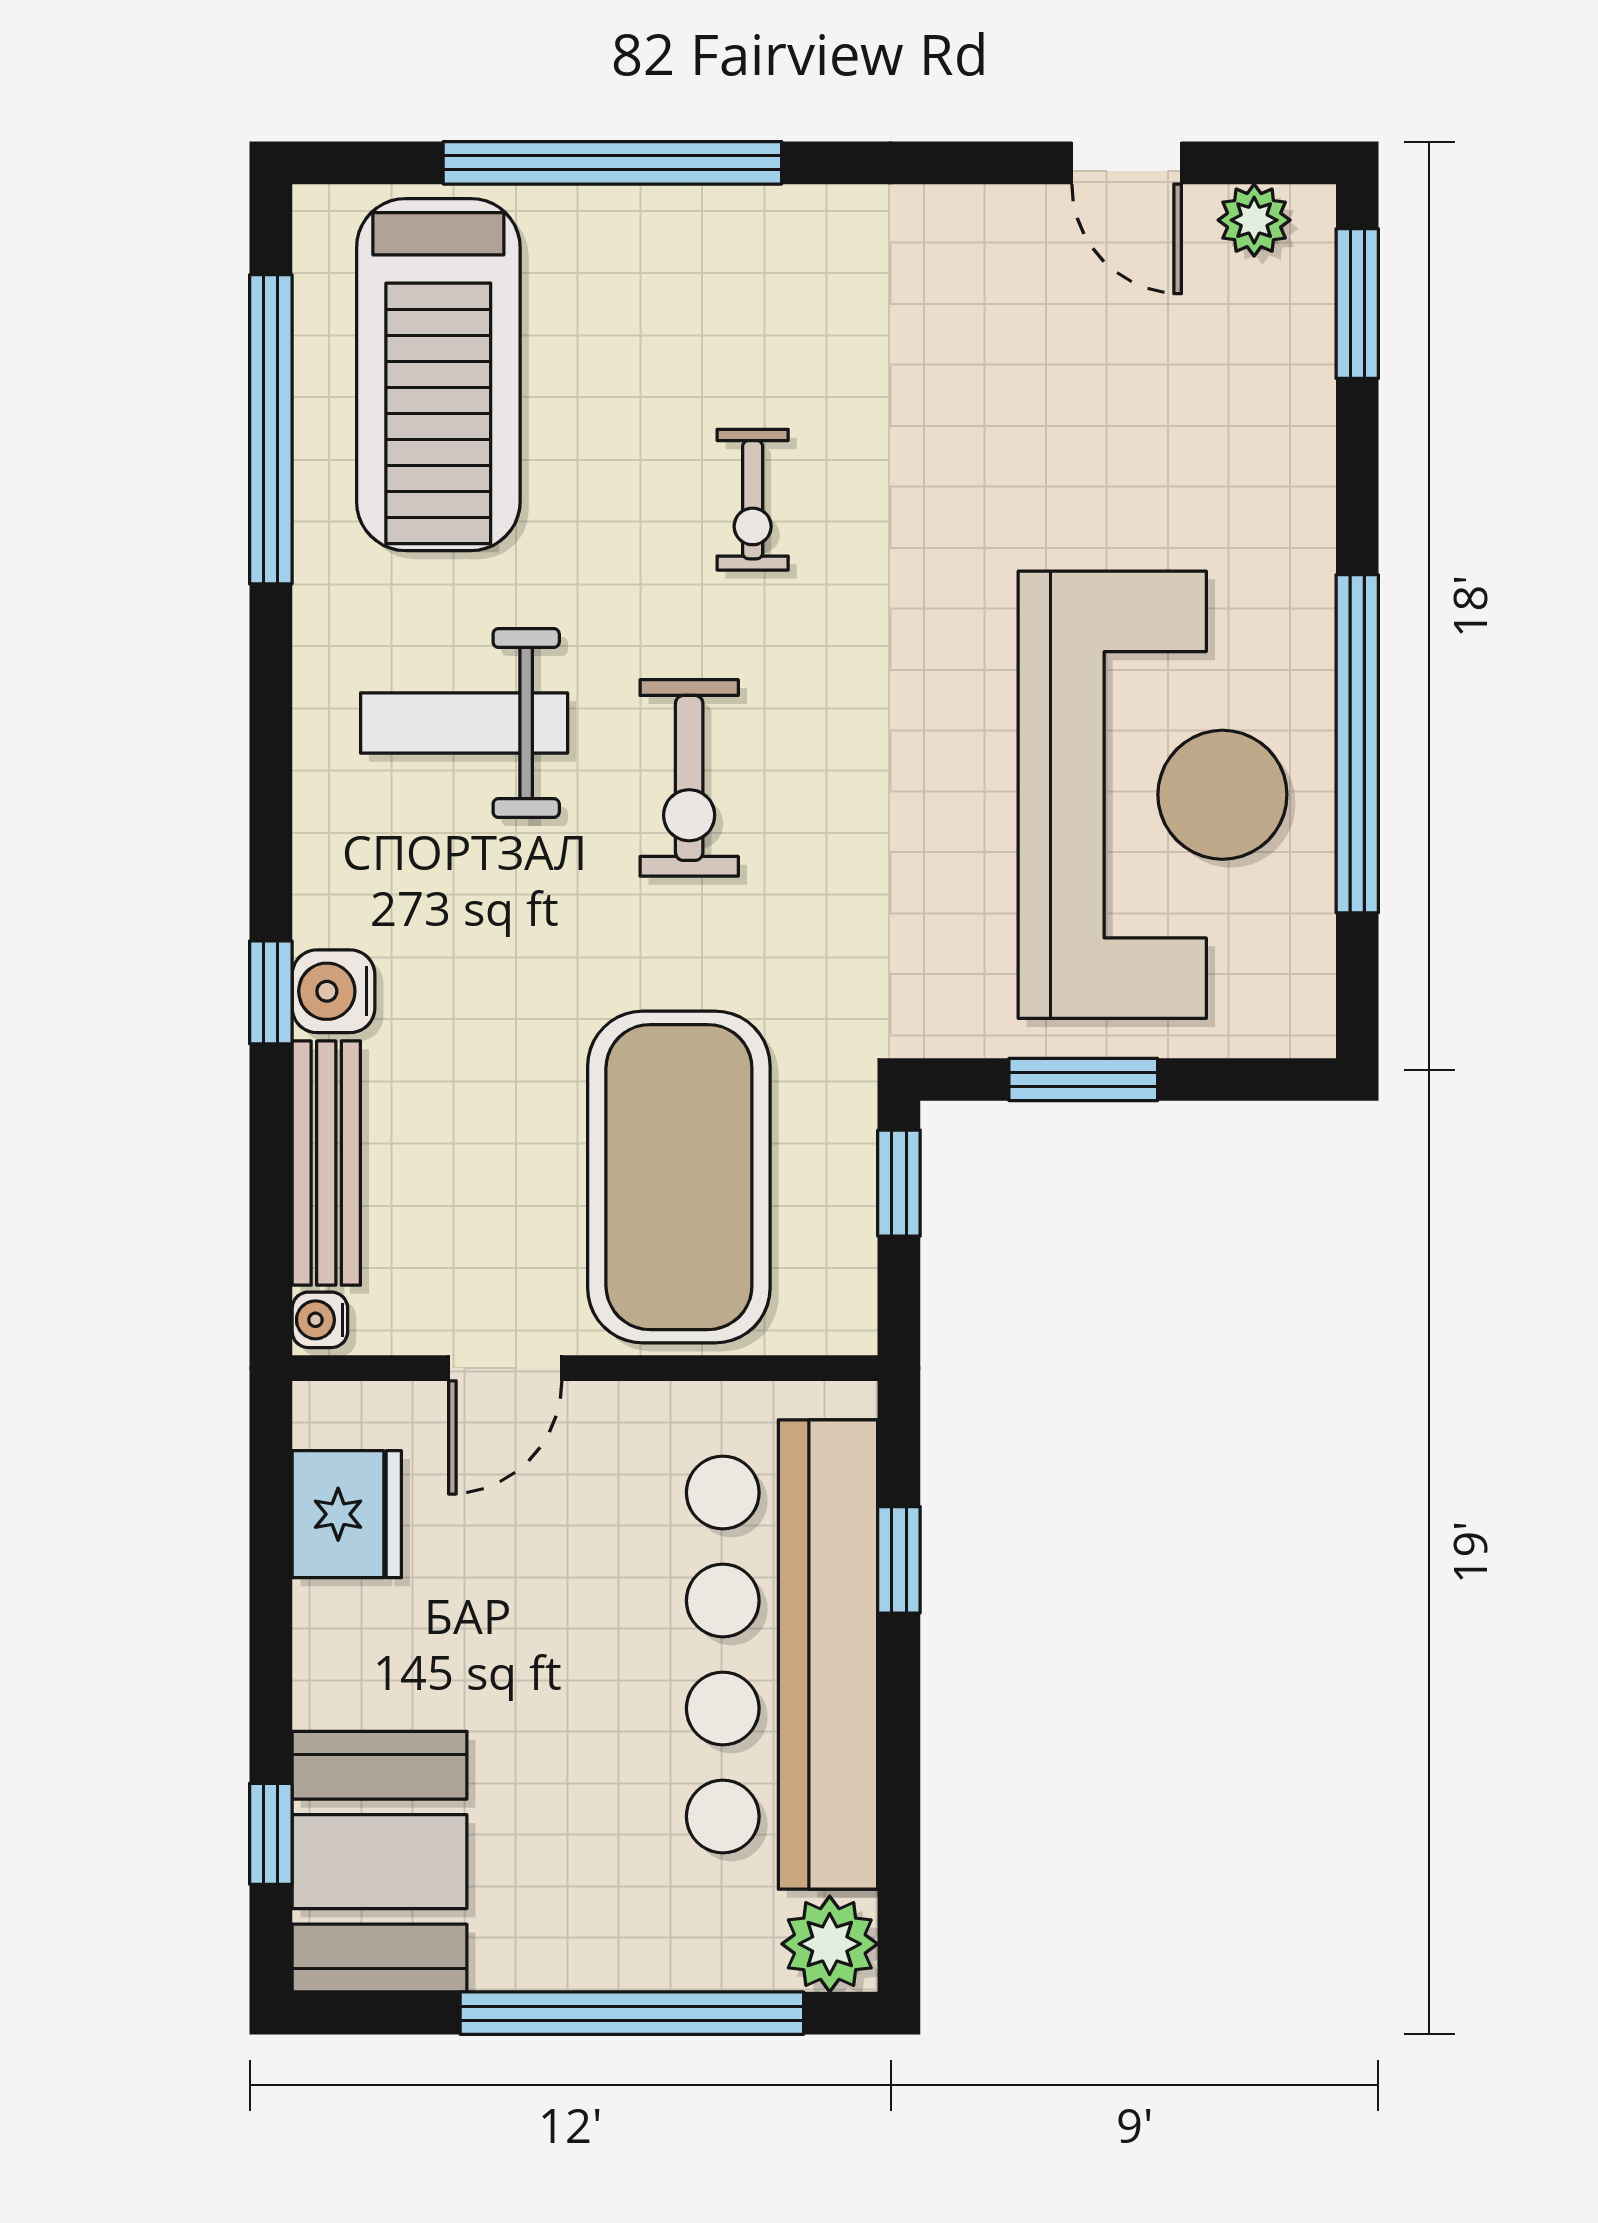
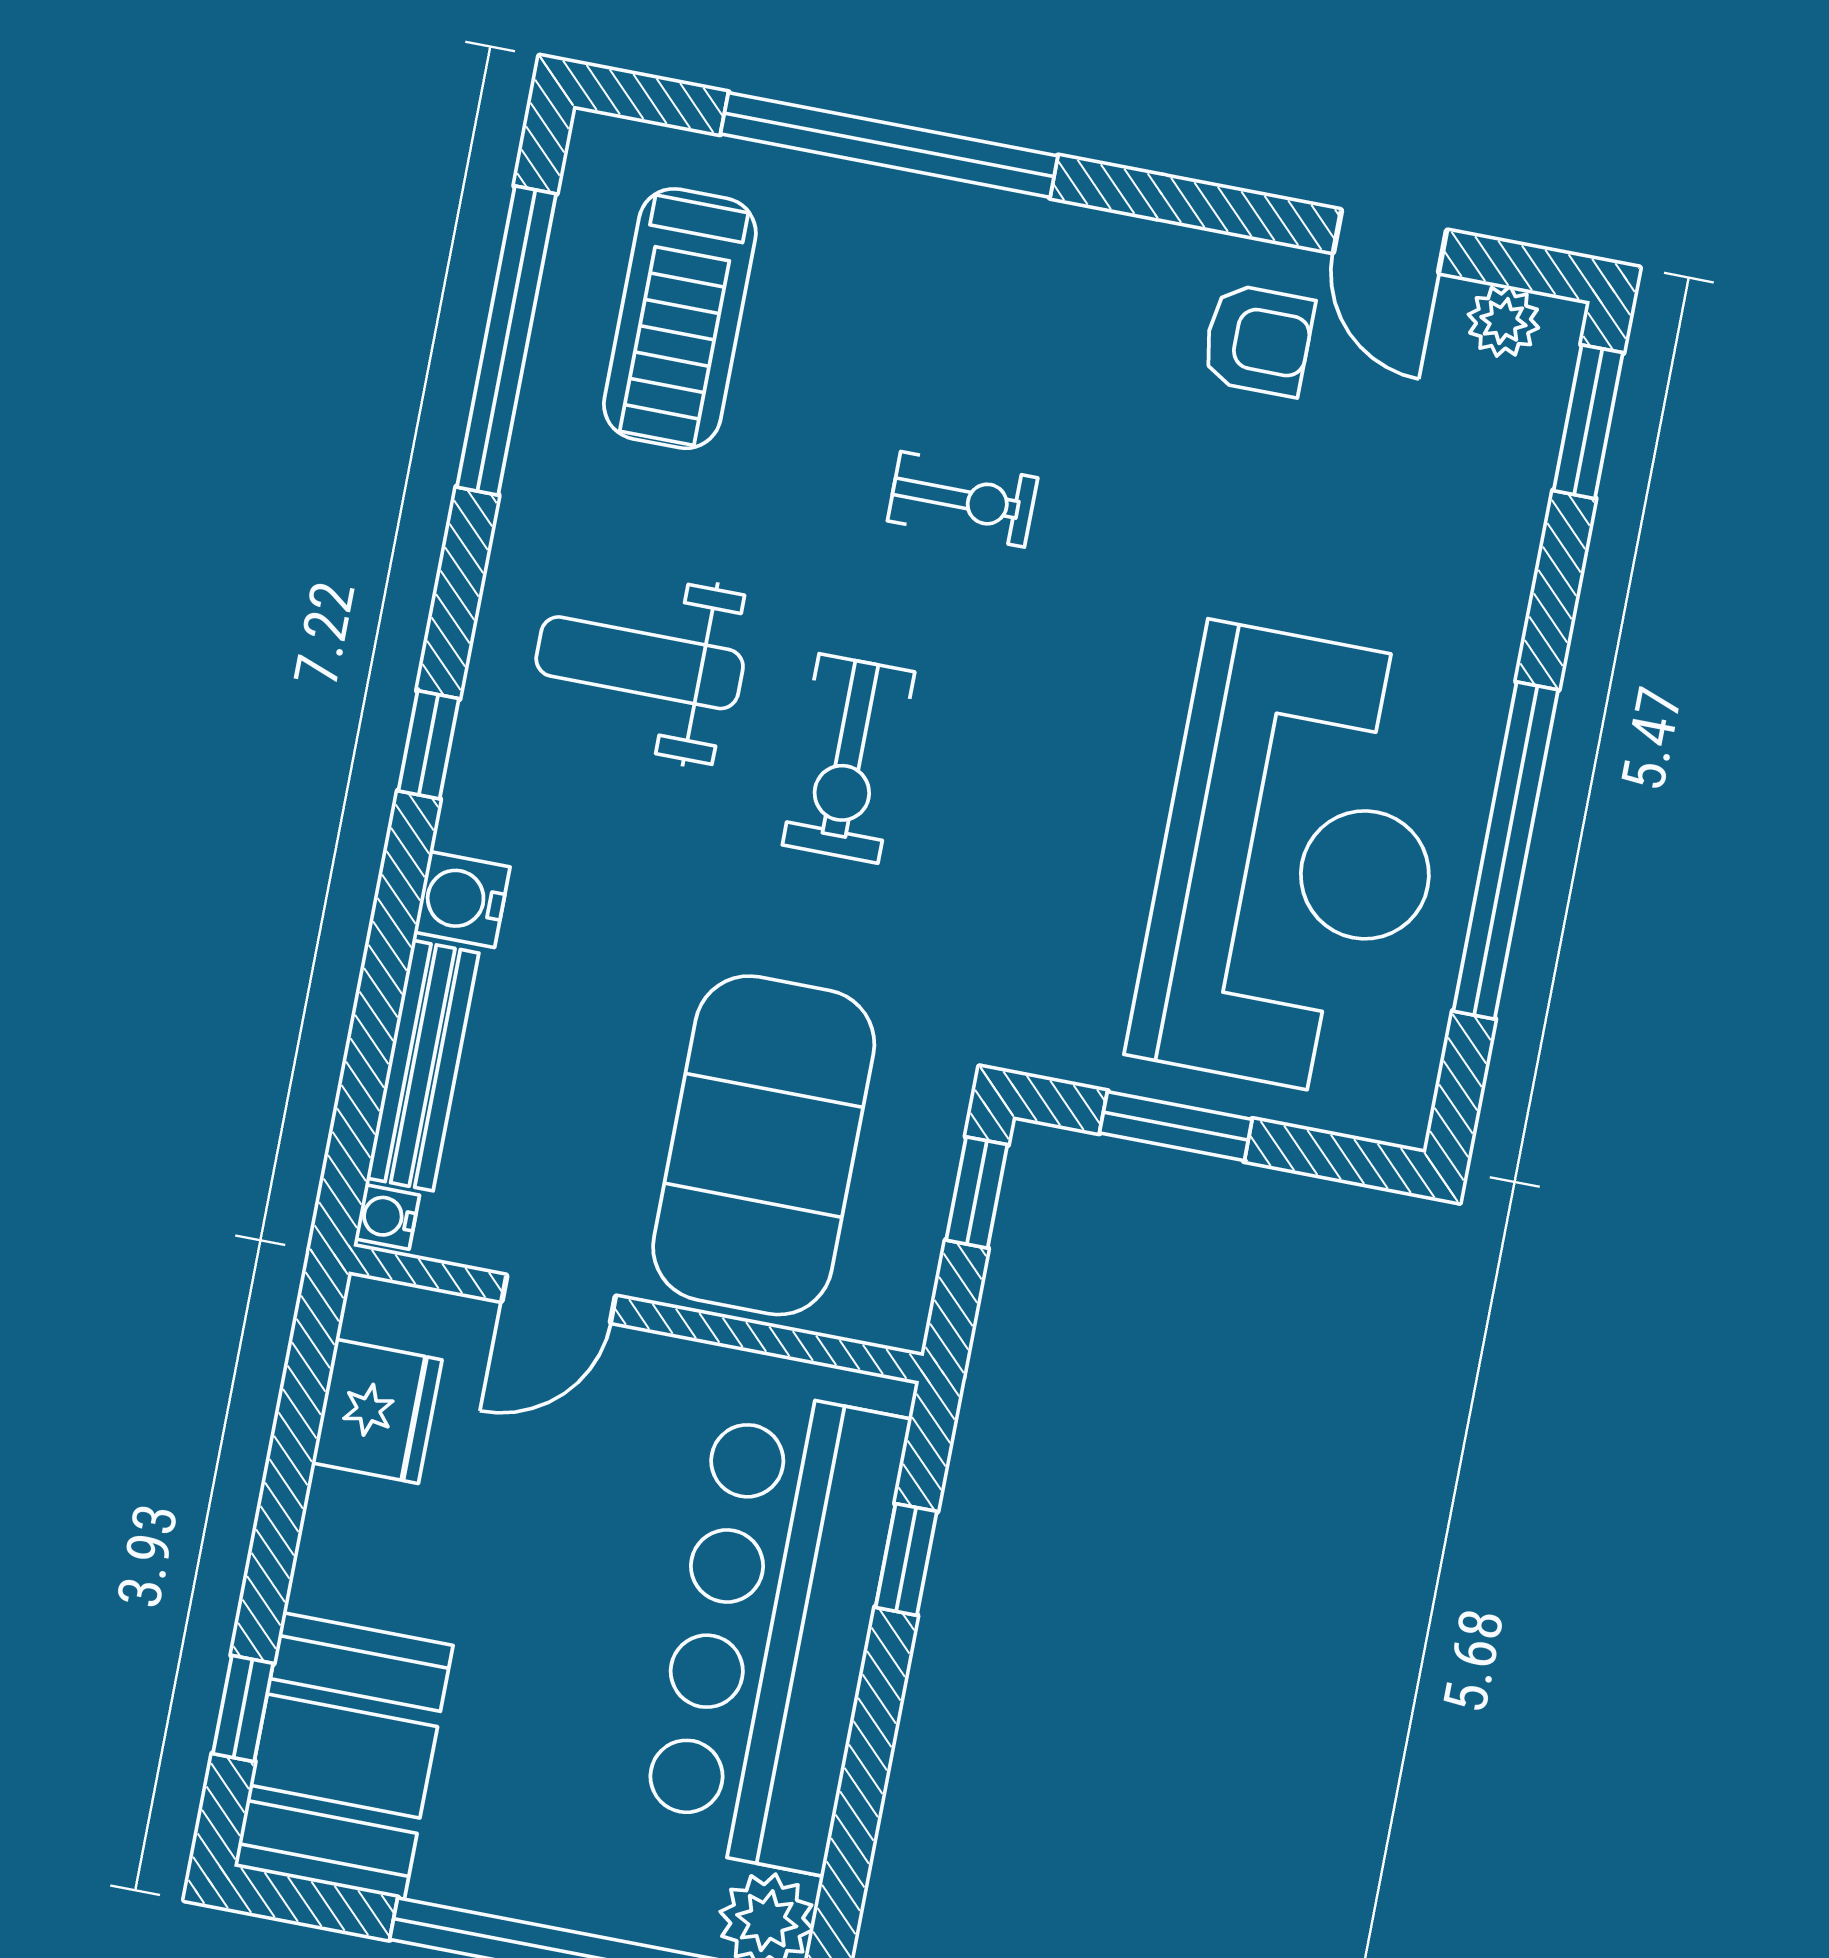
armchair: (1015, 286) -> (1258, 340), added
treadmill: (438, 375) -> (680, 319), width x0.73, depth x0.73
exercise bike: (753, 500) -> (963, 499), turned -90
window: (271, 992) -> (429, 745), moved

